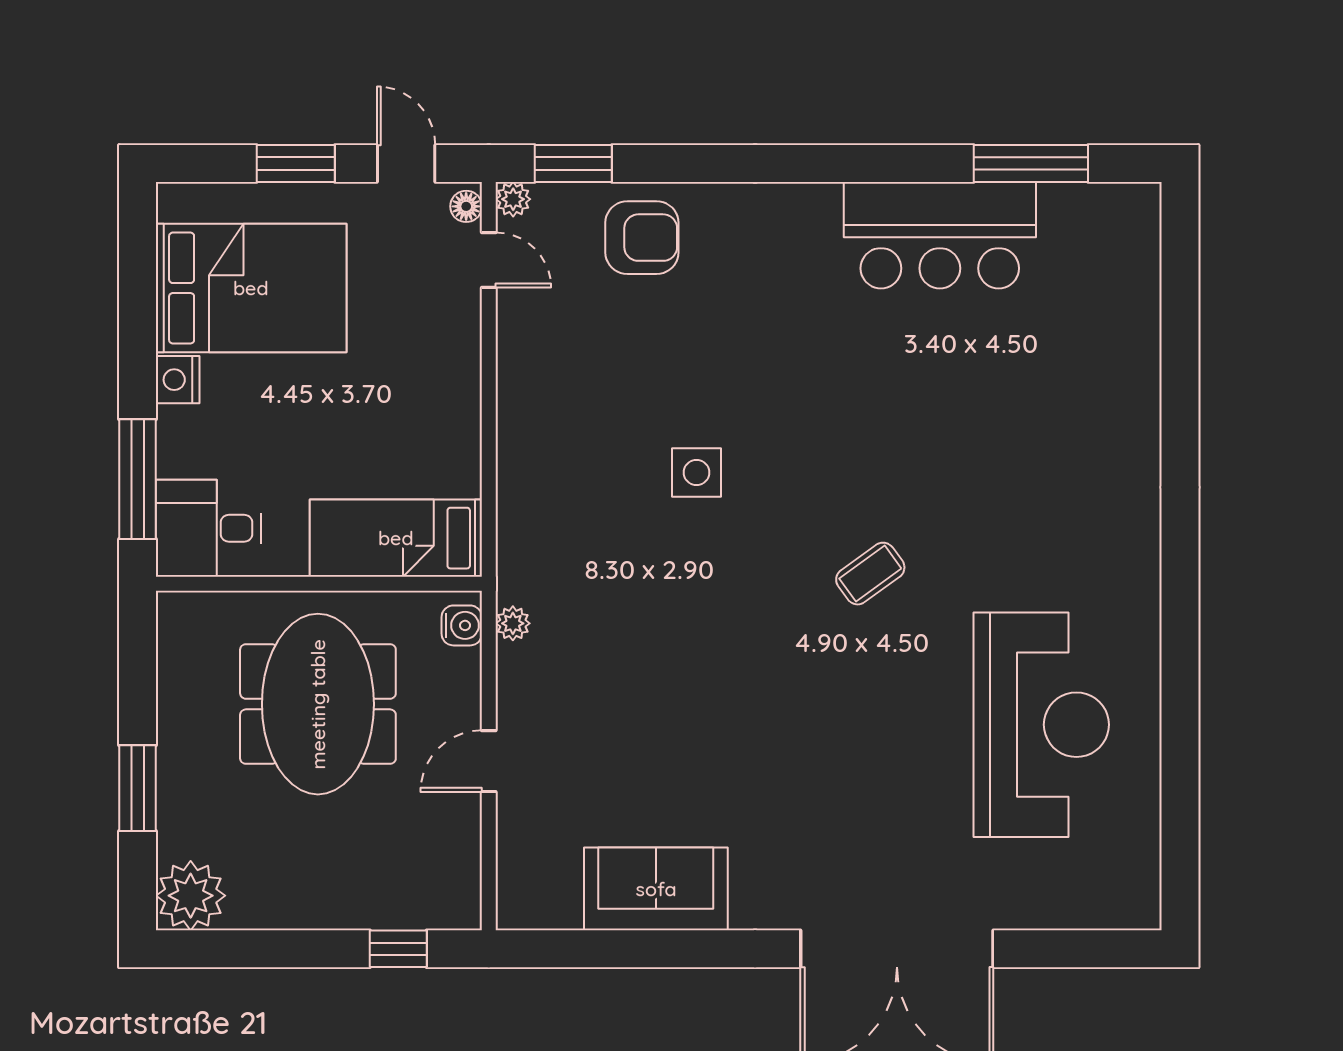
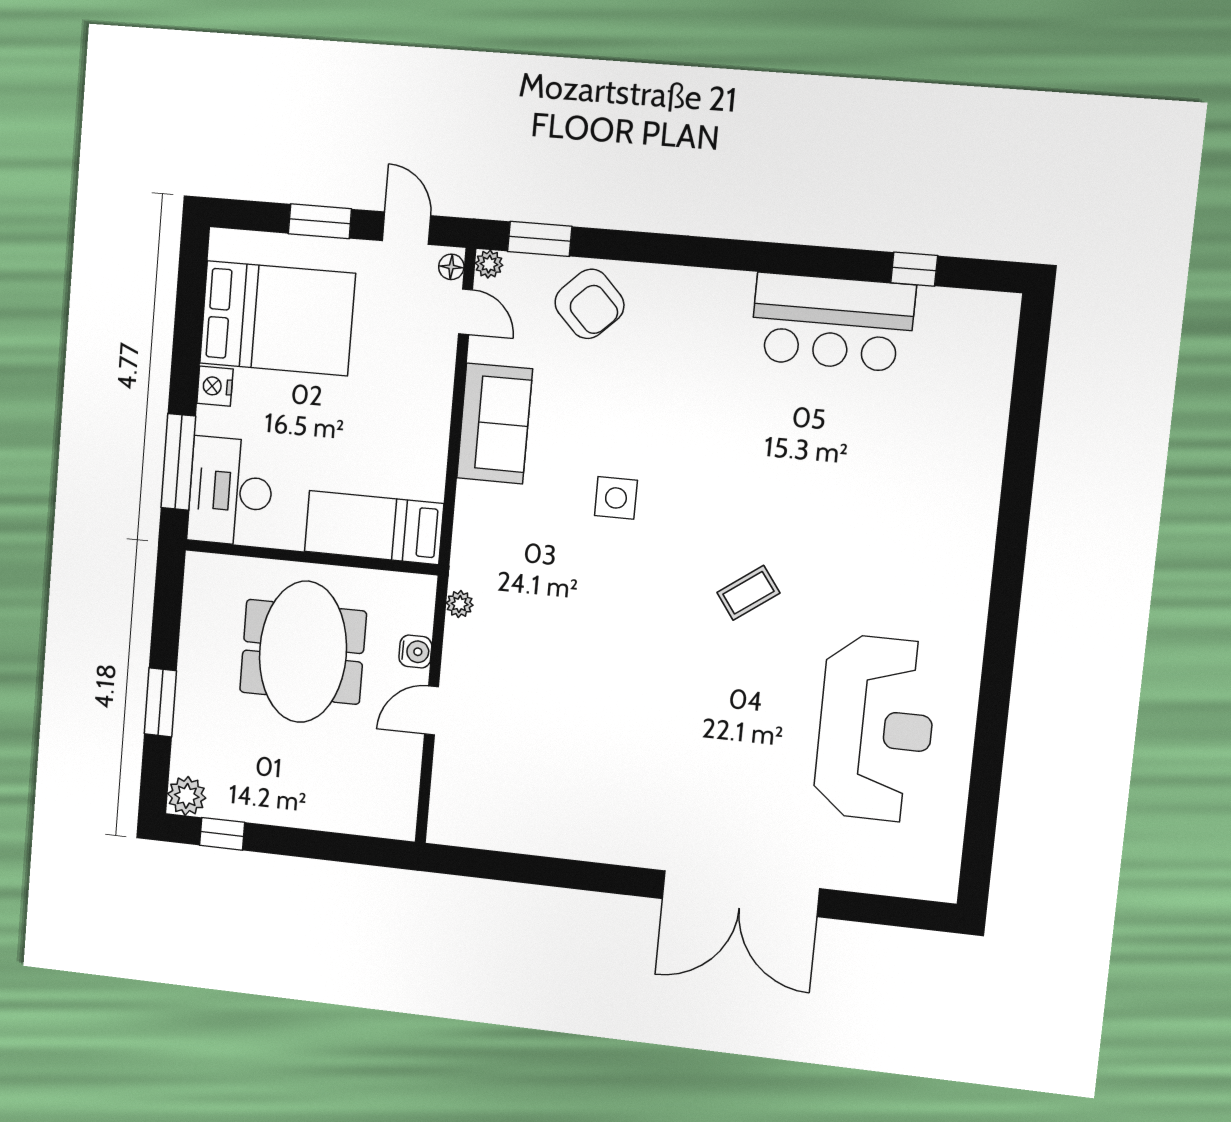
window: (1031, 164) -> (914, 269), width x0.46
armchair: (642, 238) -> (589, 304), turned 46
desk: (208, 528) -> (231, 491), width x1.37
water cooler: (462, 625) -> (415, 651), moved
sofa: (656, 889) -> (495, 423), moved, turned 90
plant: (191, 896) -> (187, 796), width x0.73, depth x0.73
window: (398, 949) -> (222, 834), moved

